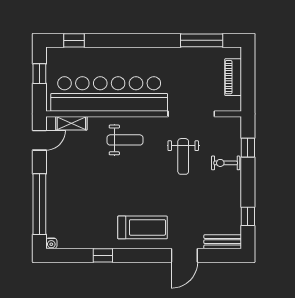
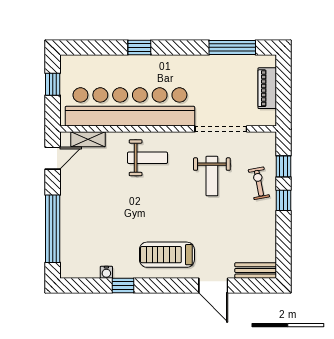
window: (74, 40) -> (139, 47), moved
exercise bike: (226, 163) -> (259, 183), turned 79
window: (248, 216) -> (283, 200), moved
treadmill: (143, 227) -> (167, 255), turned 180
water cooler: (51, 243) -> (106, 272), moved
door: (184, 255) -> (213, 286), hinge flipped

